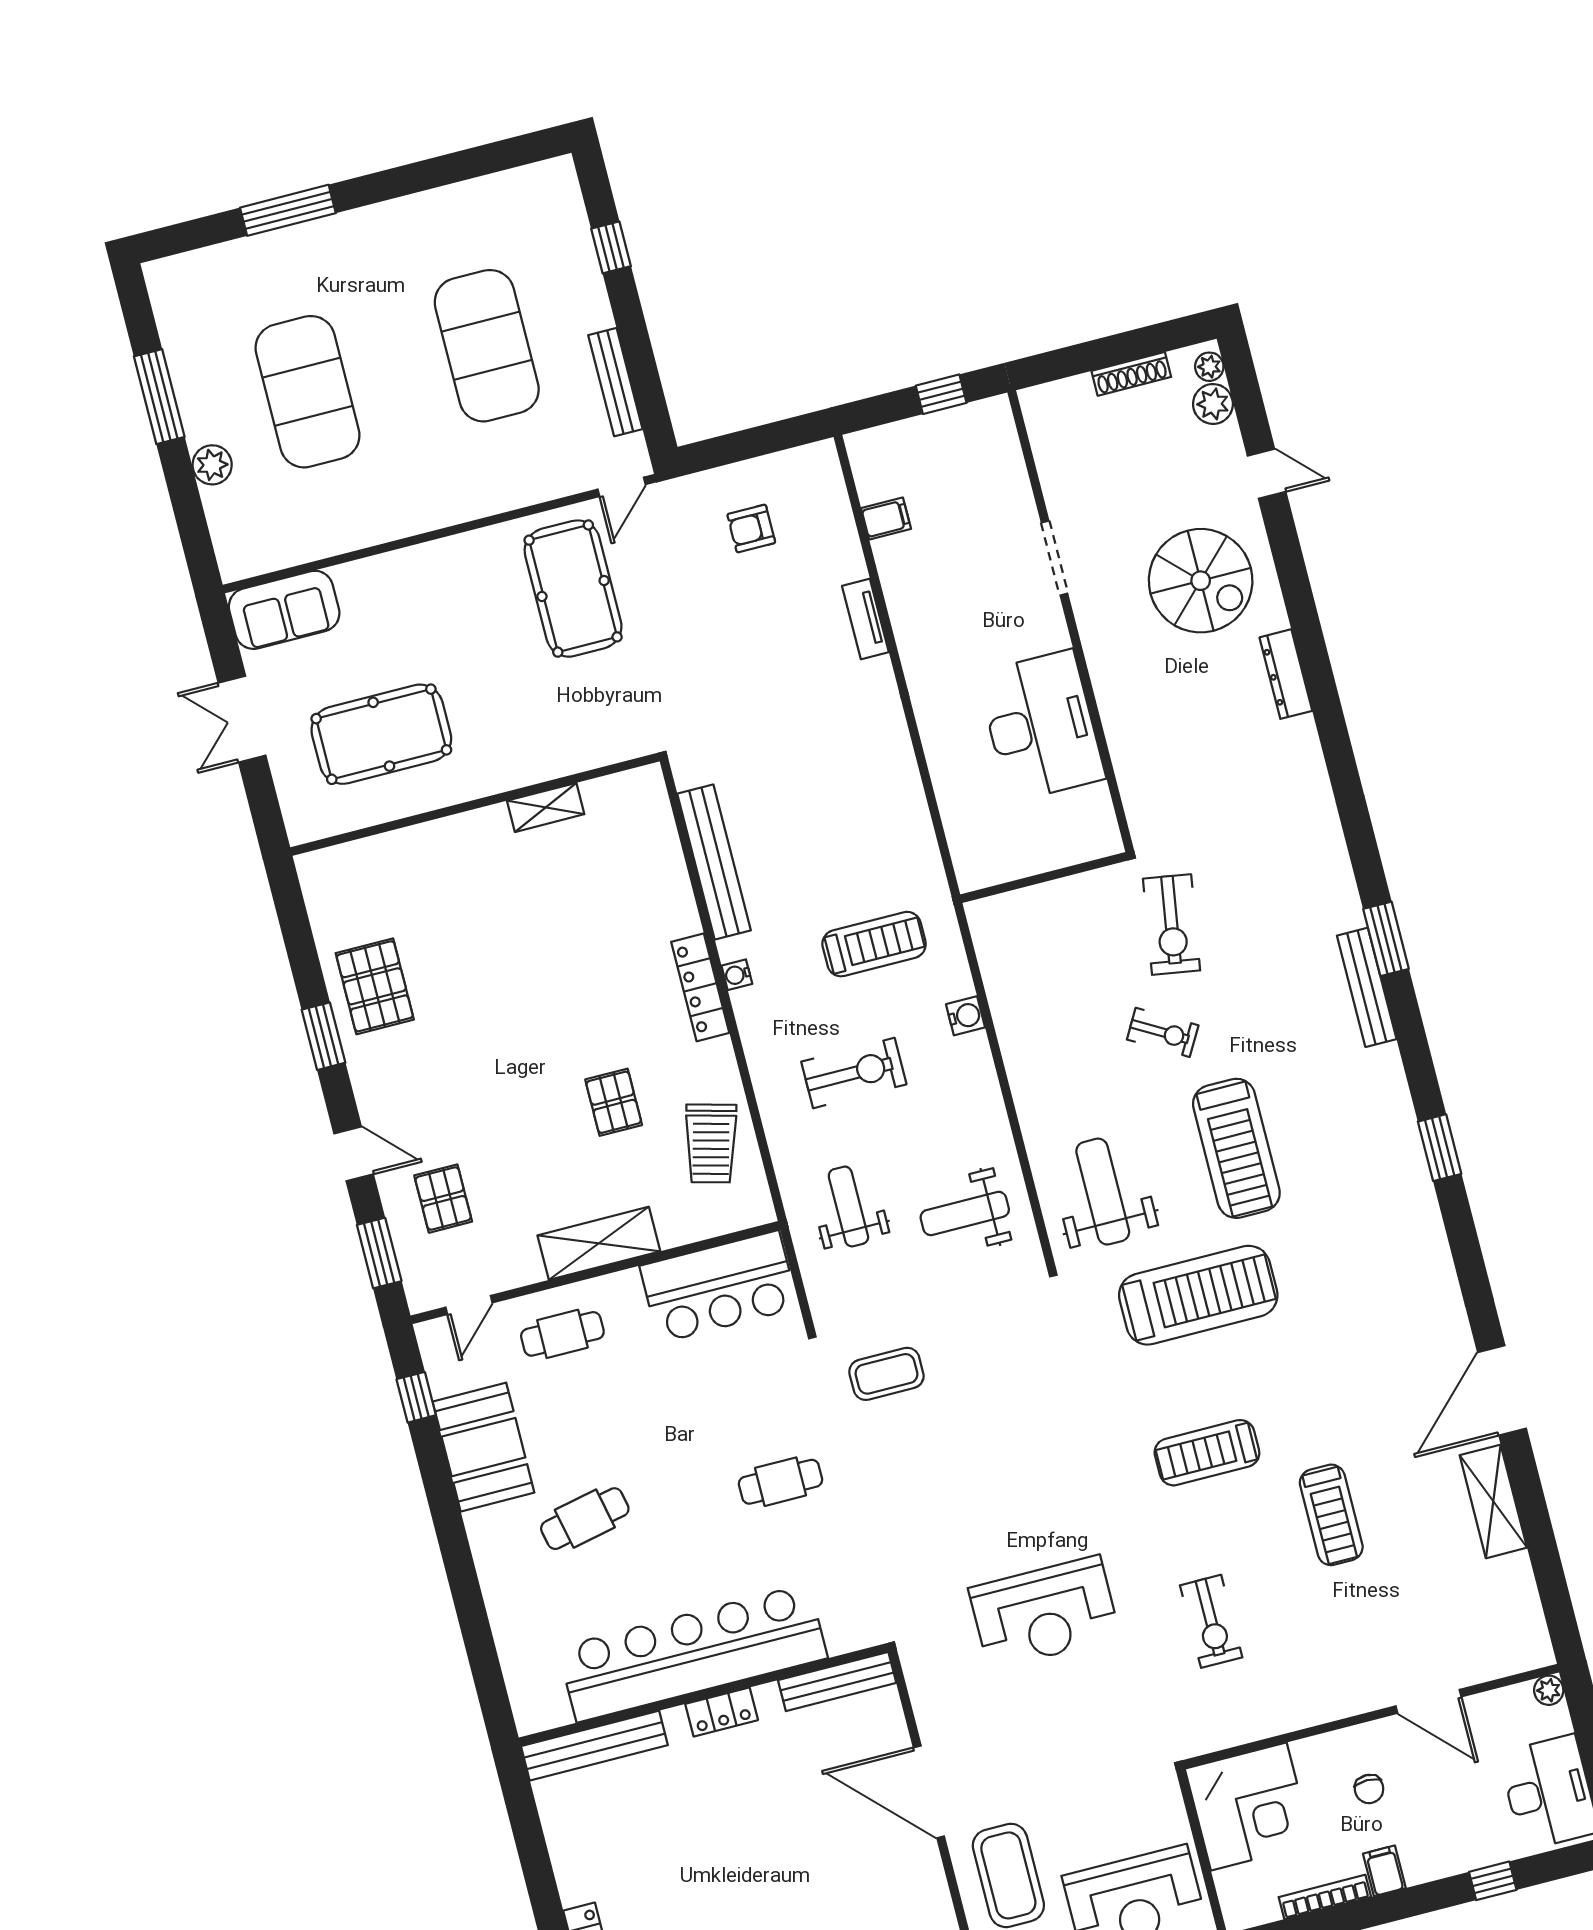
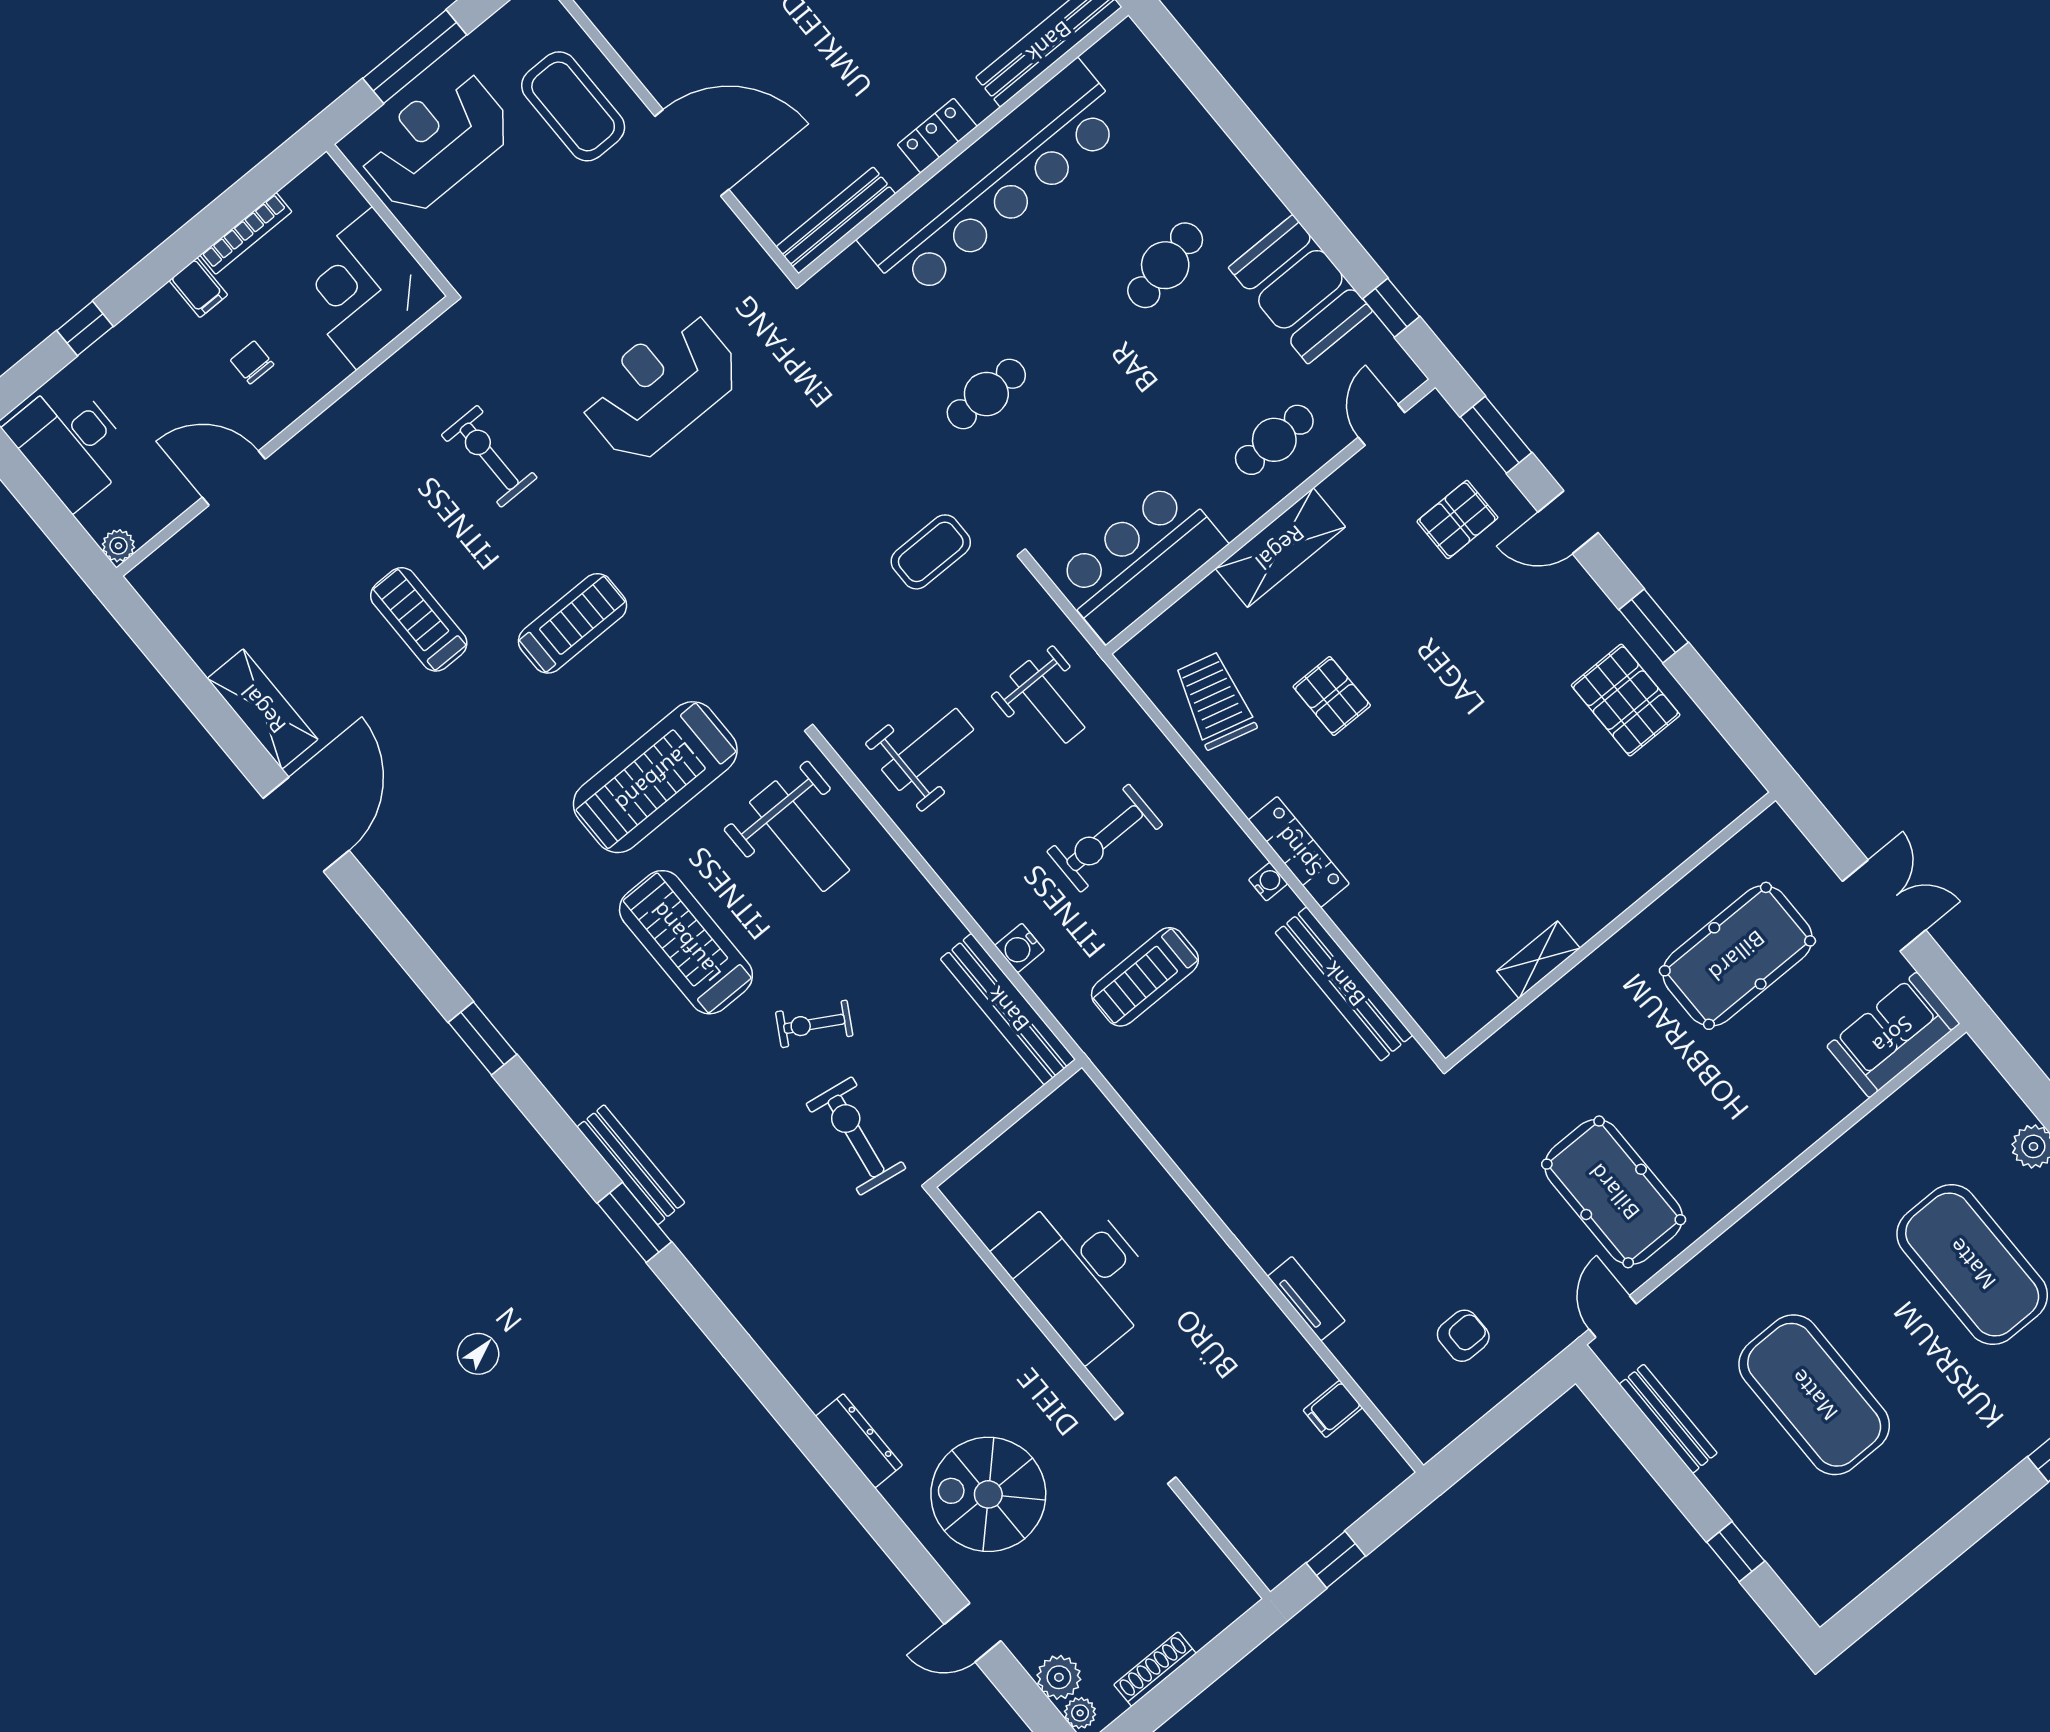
bench: (999, 970) -> (1008, 1009), added
pallet: (443, 1199) -> (1457, 519), turned 90

